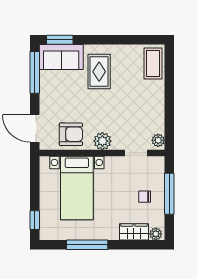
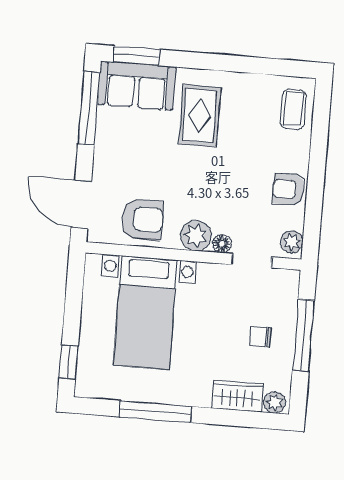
coffee table: (153, 64) -> (293, 109), width x0.73, depth x0.77
armchair: (154, 110) -> (289, 189), added
floor lamp: (118, 145) -> (222, 244), added

